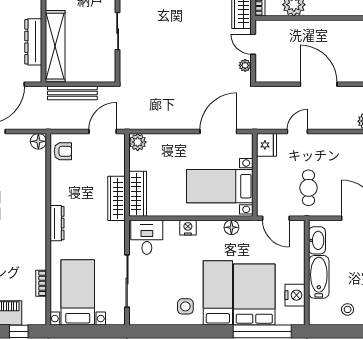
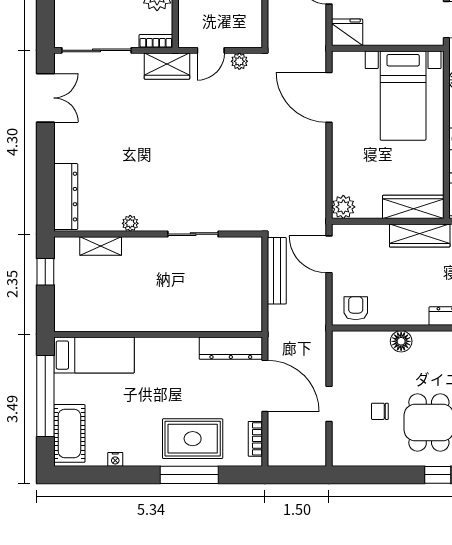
dresser: (33, 42) -> (231, 348), moved
shelving: (55, 46) -> (213, 319), removed
bench: (72, 93) -> (277, 271), moved
floor lamp: (38, 141) -> (401, 341), moved

